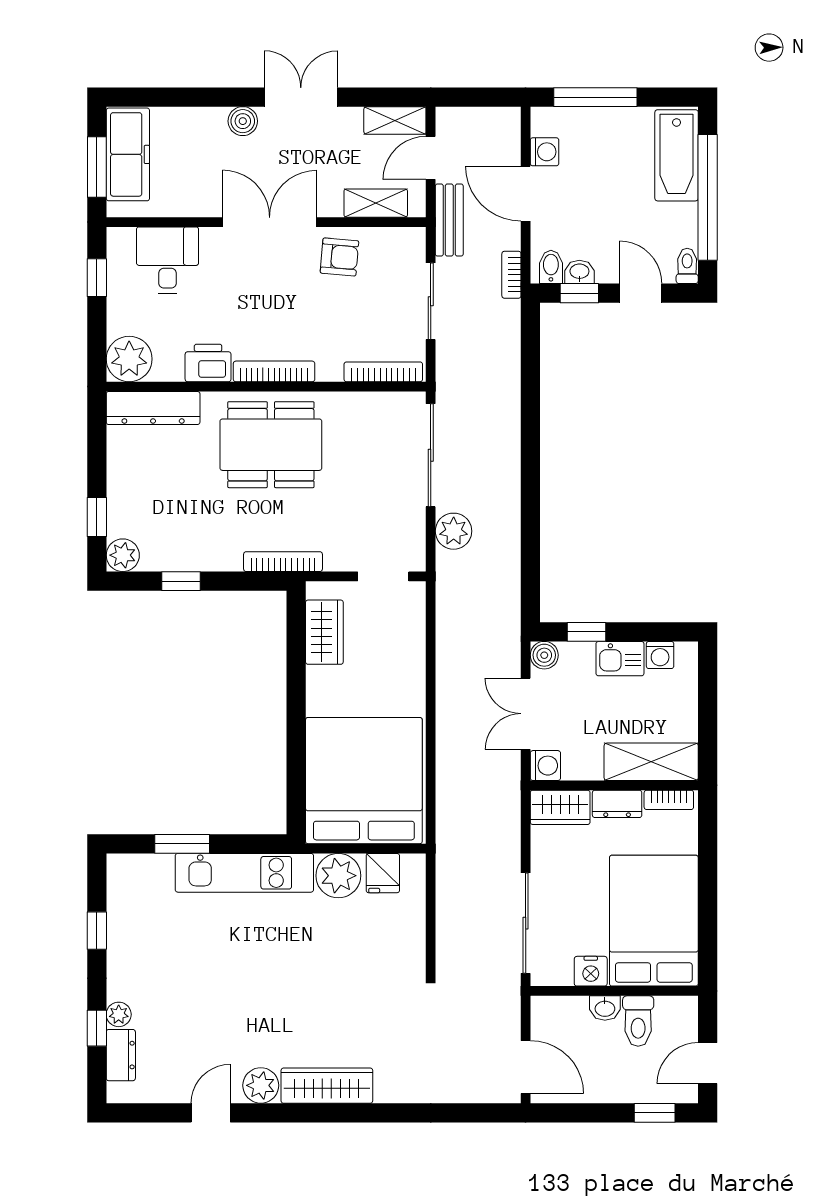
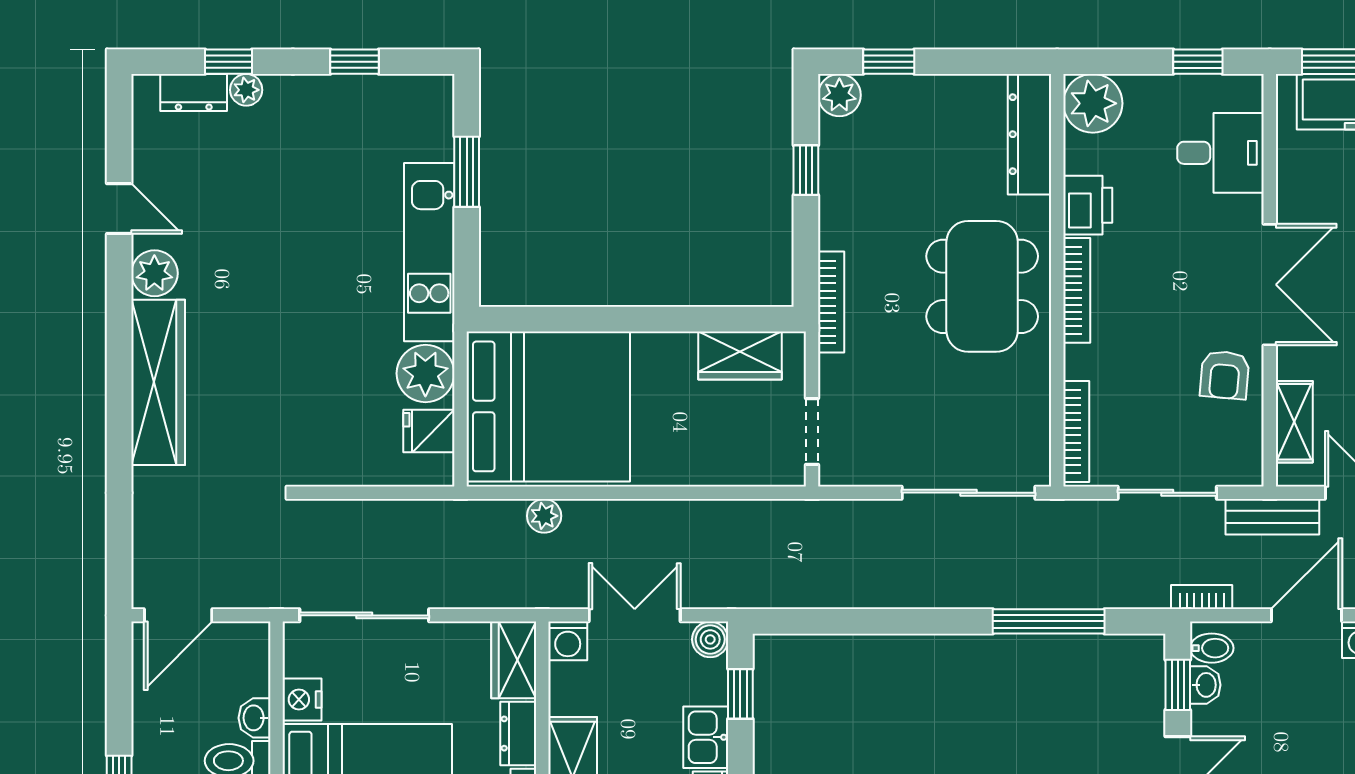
window: (530, 393) -> (1049, 621), added
plant: (454, 531) -> (544, 516), moved, width x0.73, depth x0.73
wardrobe: (327, 1086) -> (158, 382), width x1.40, depth x1.17

